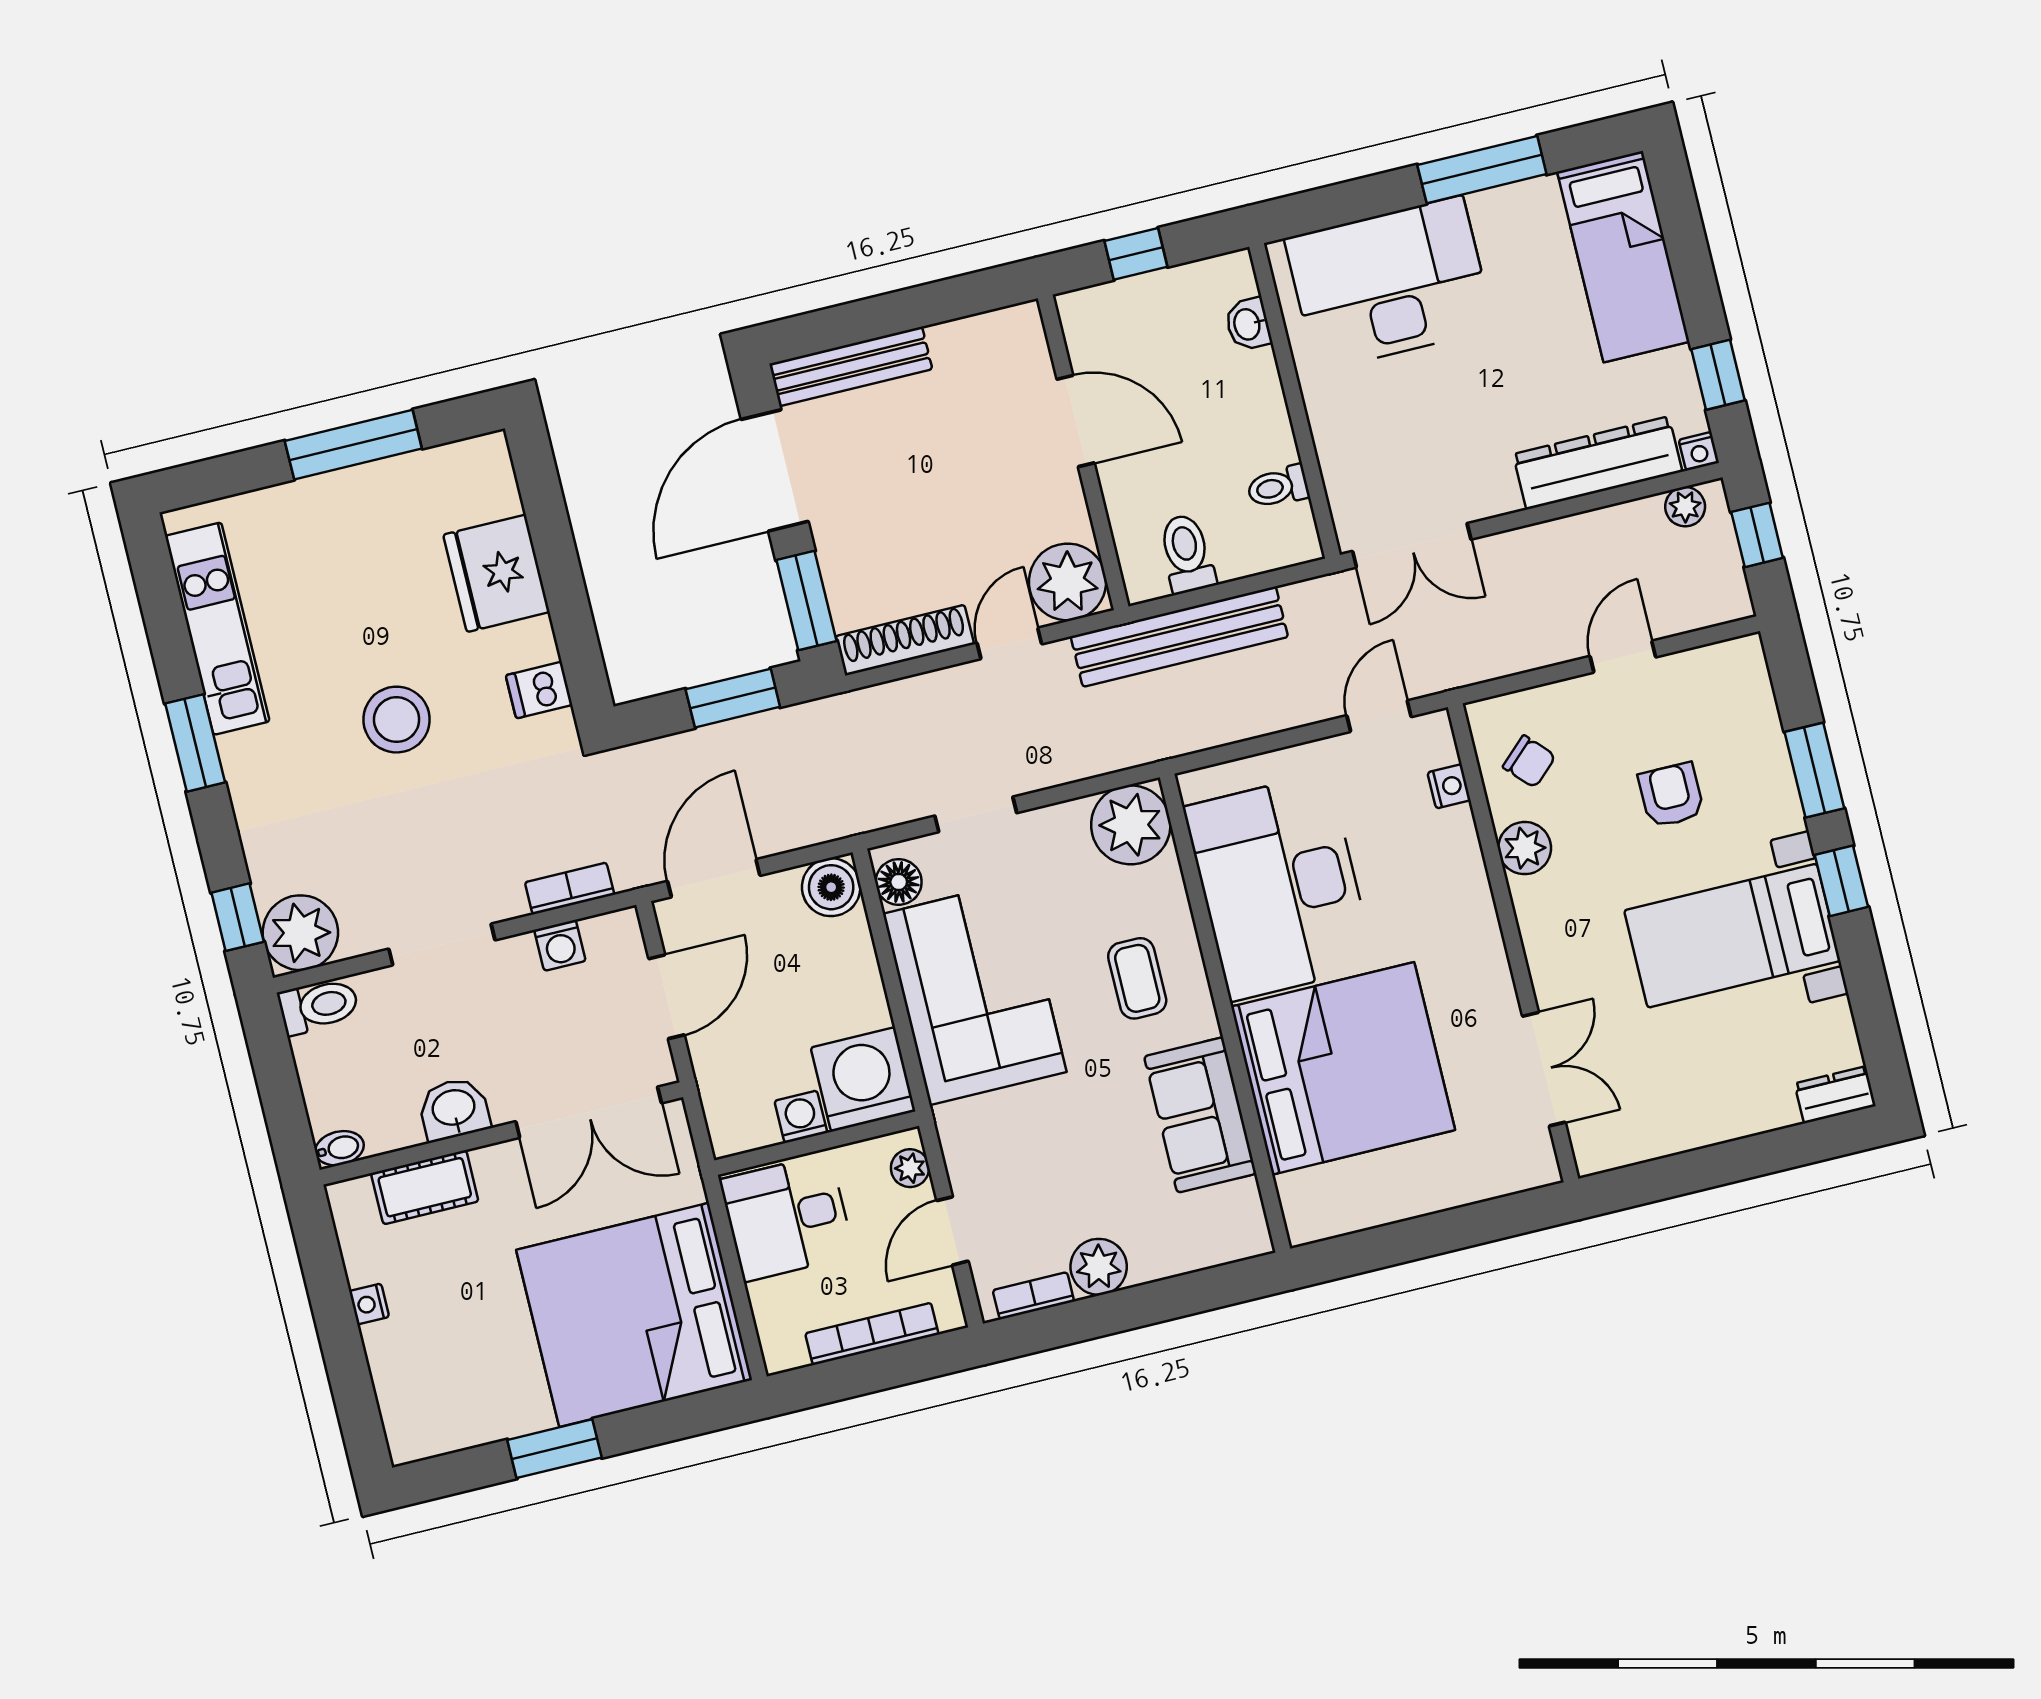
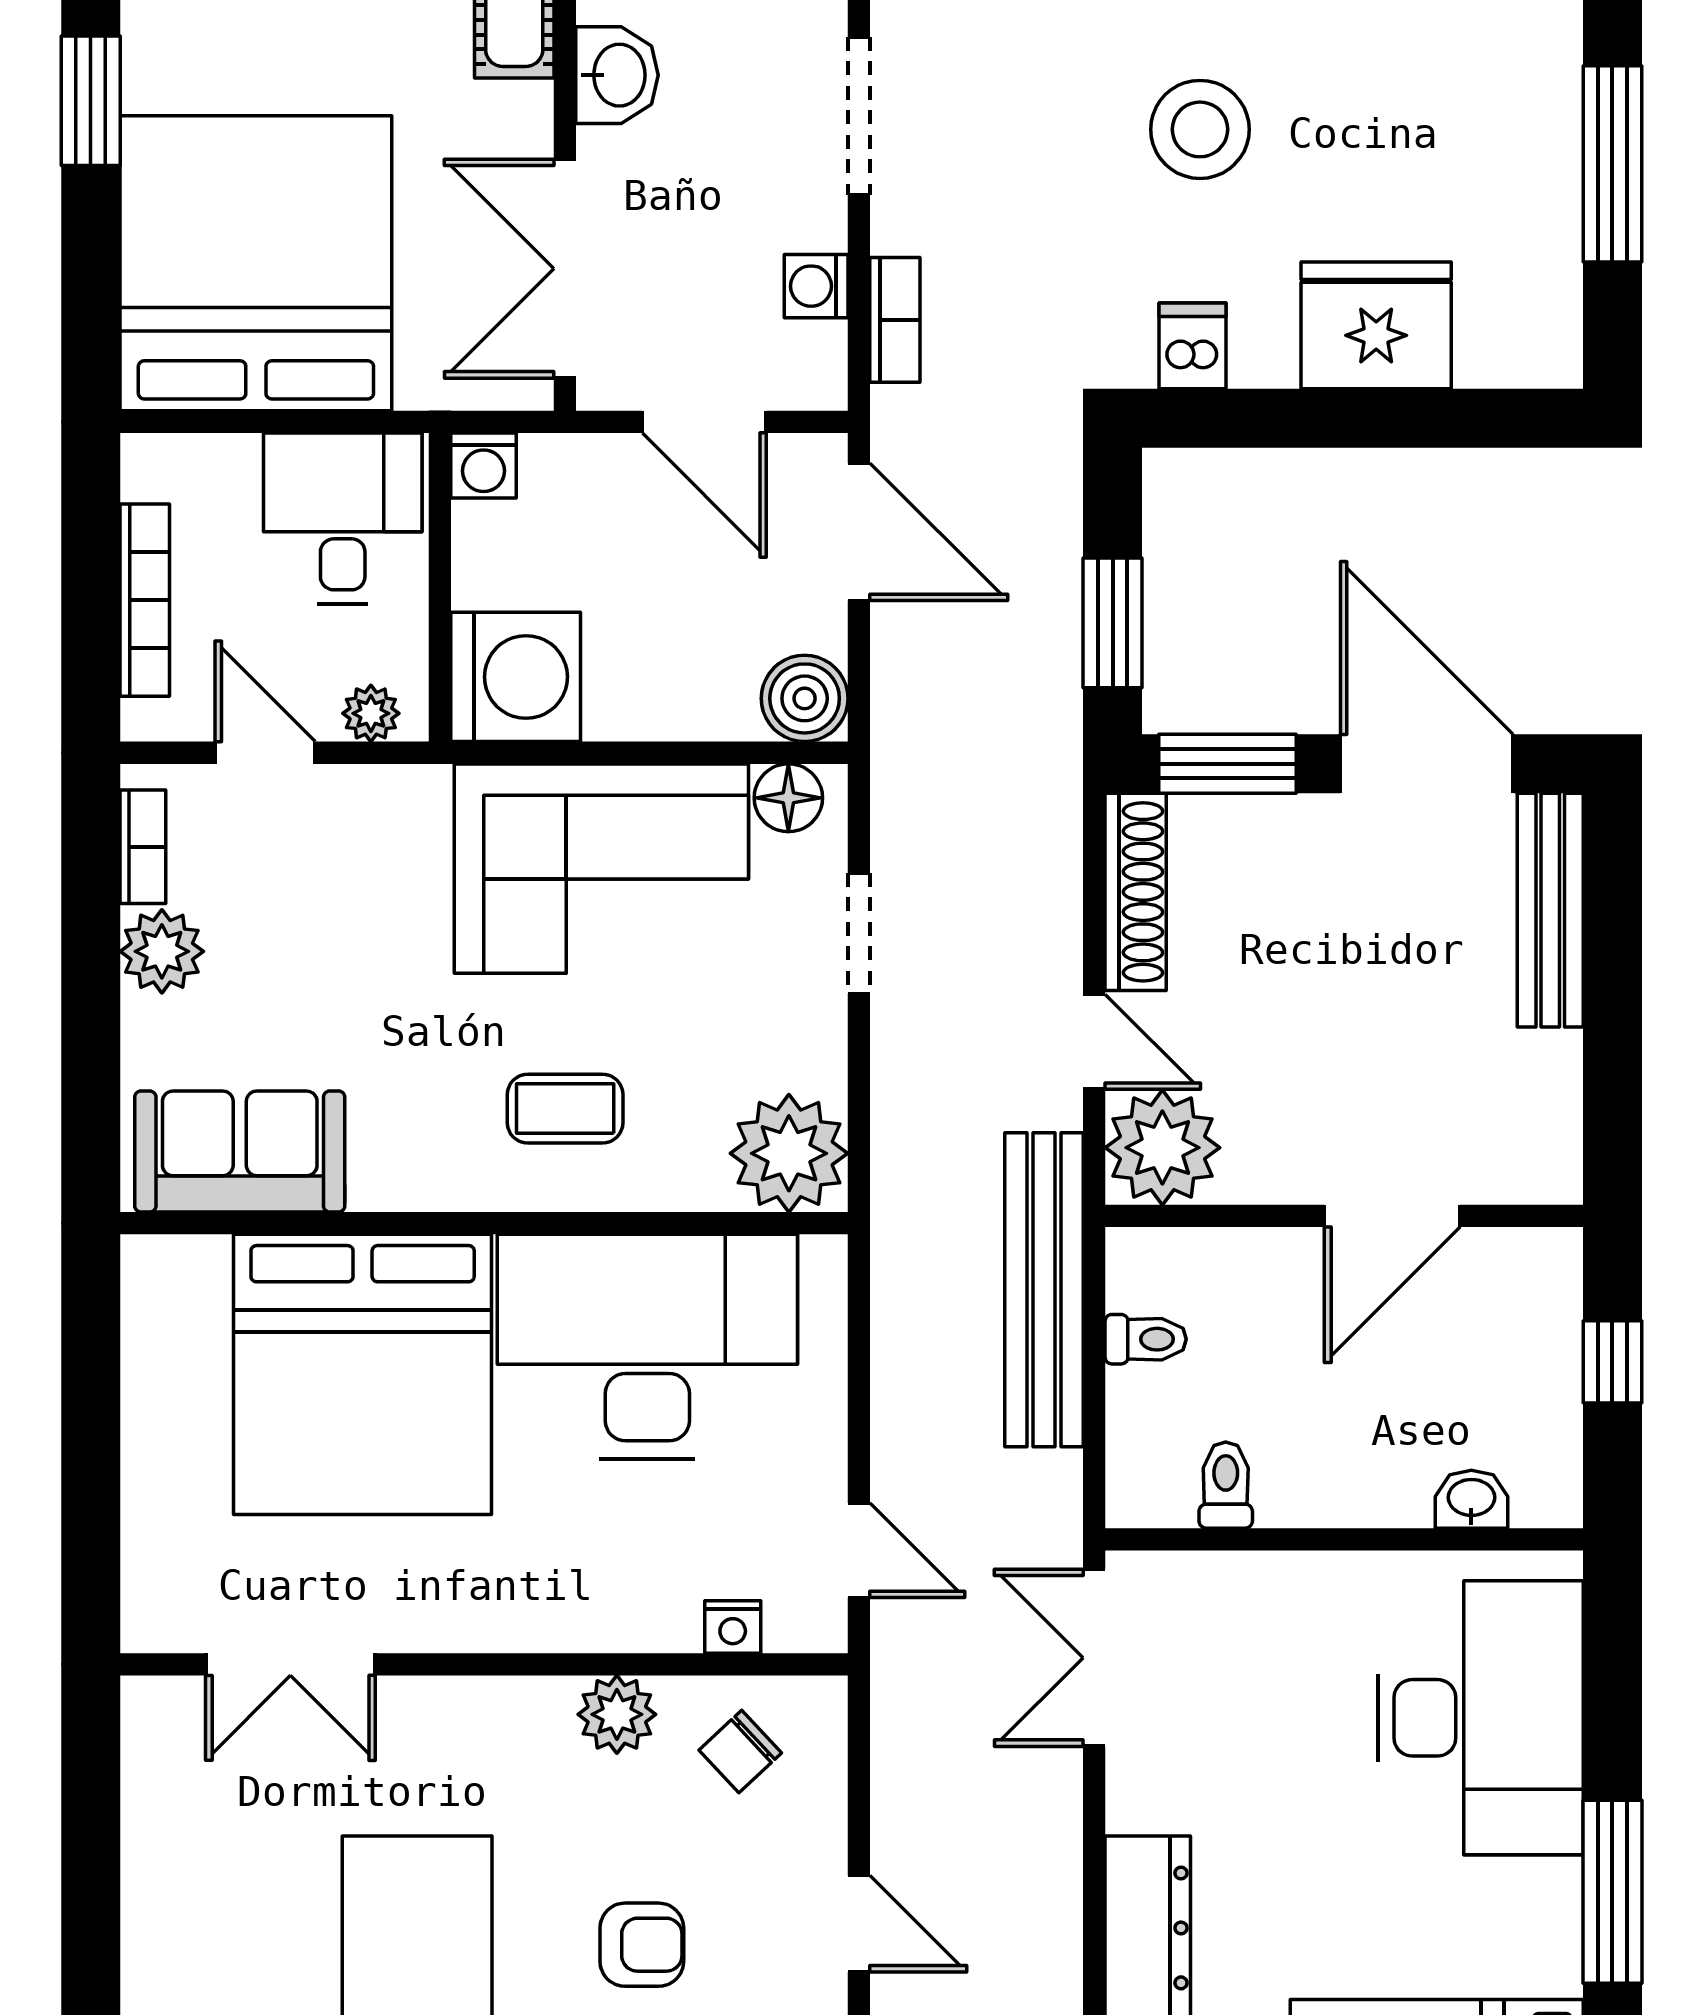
toilet: (1187, 554) -> (1146, 1339), width x0.73, depth x0.72
sofa: (1200, 1115) -> (240, 1152), moved
washing machine: (801, 1117) -> (484, 466), moved, turned 90

